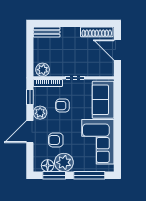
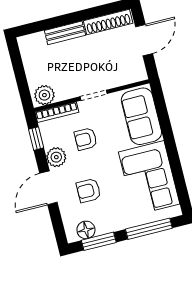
bench: (47, 32) -> (65, 33), moved
door: (117, 50) -> (144, 40), swing flipped
plant: (64, 162) -> (108, 220), removed

